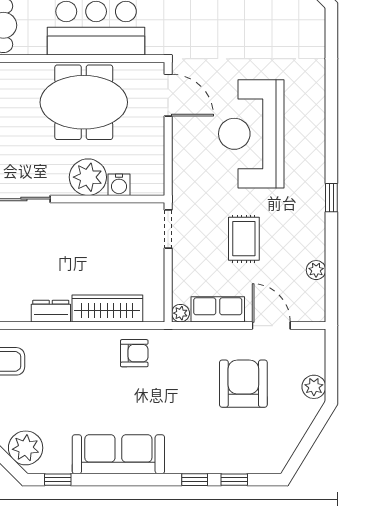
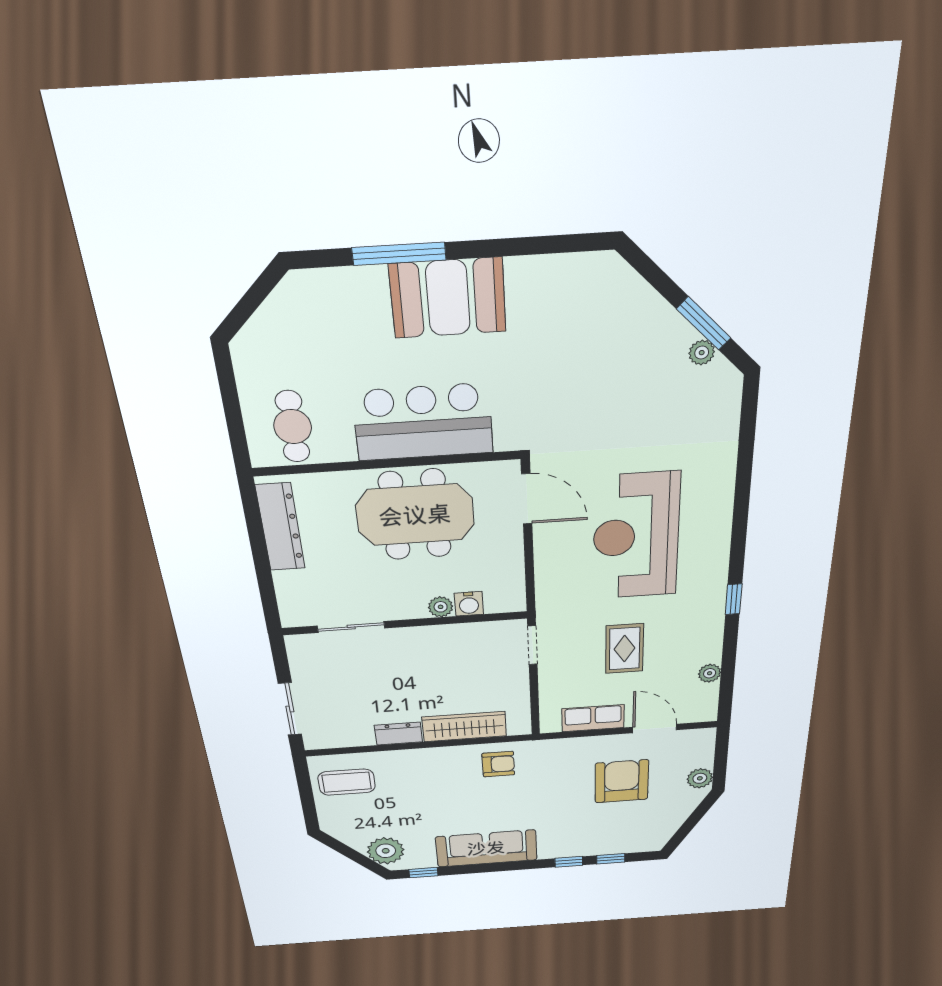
plant: (88, 177) -> (441, 607), width x0.53, depth x0.53
plant: (180, 313) -> (550, 725), removed

